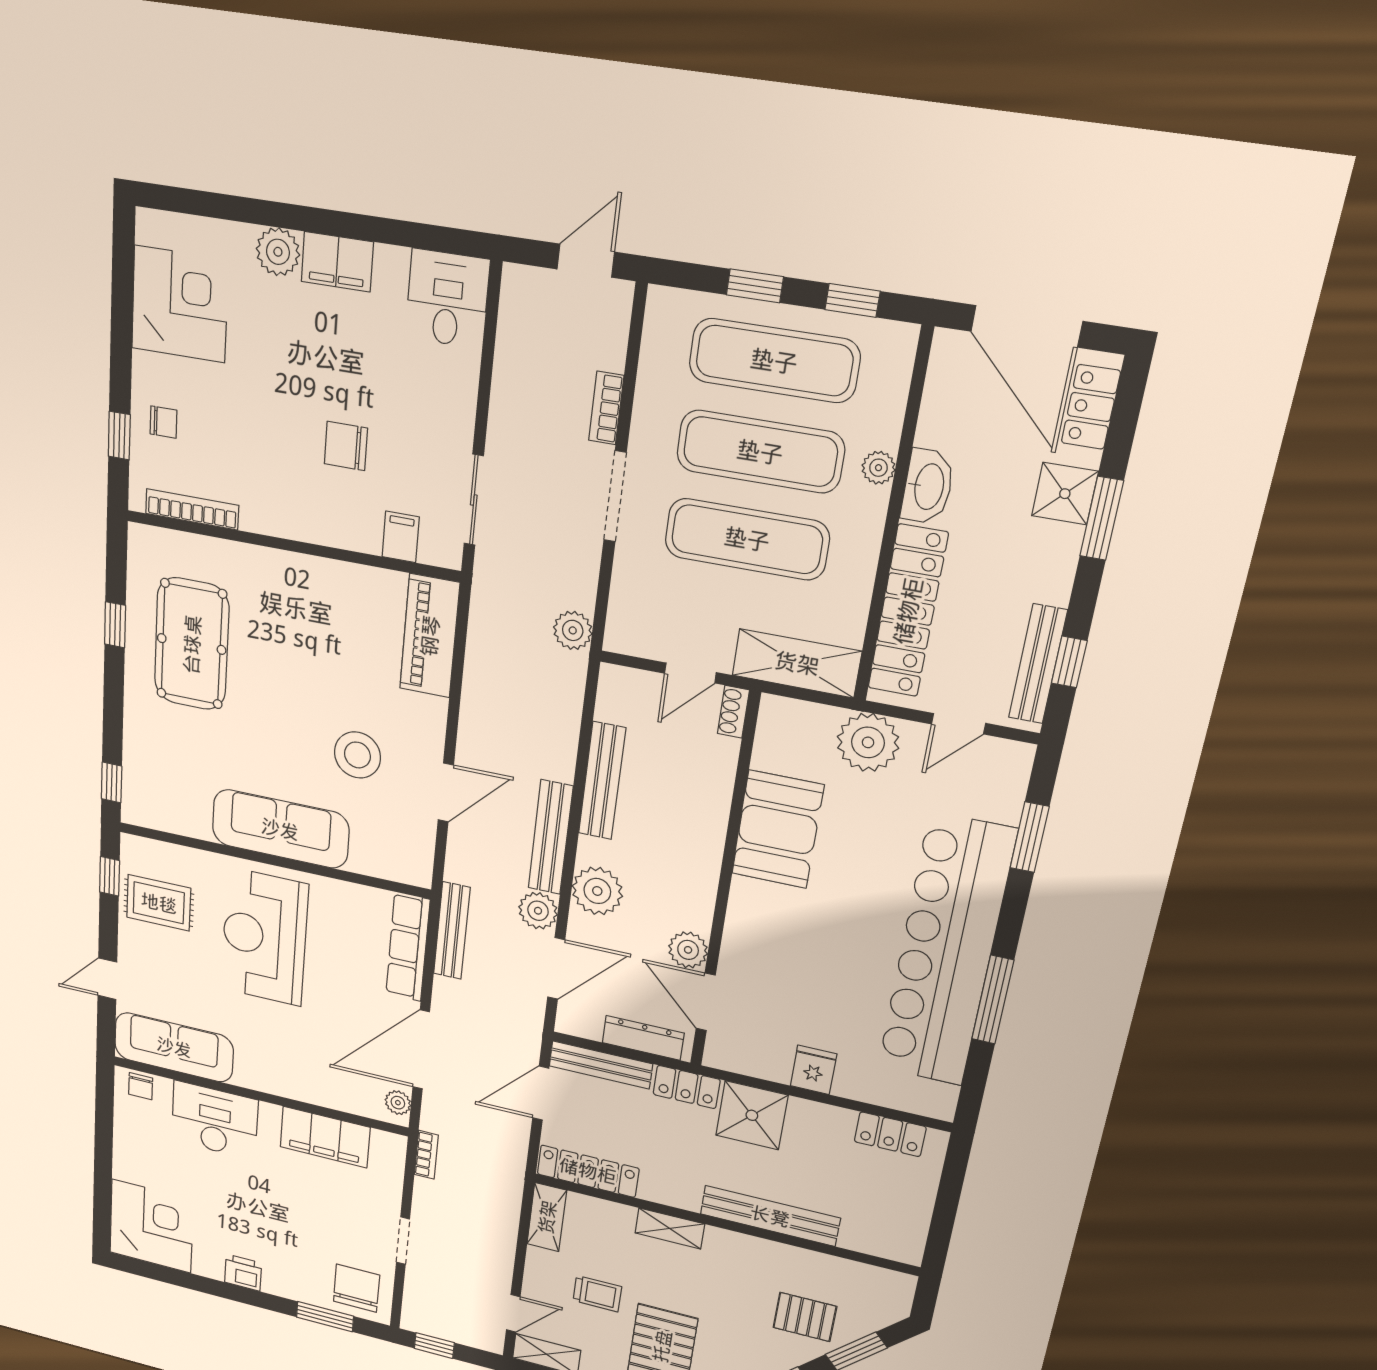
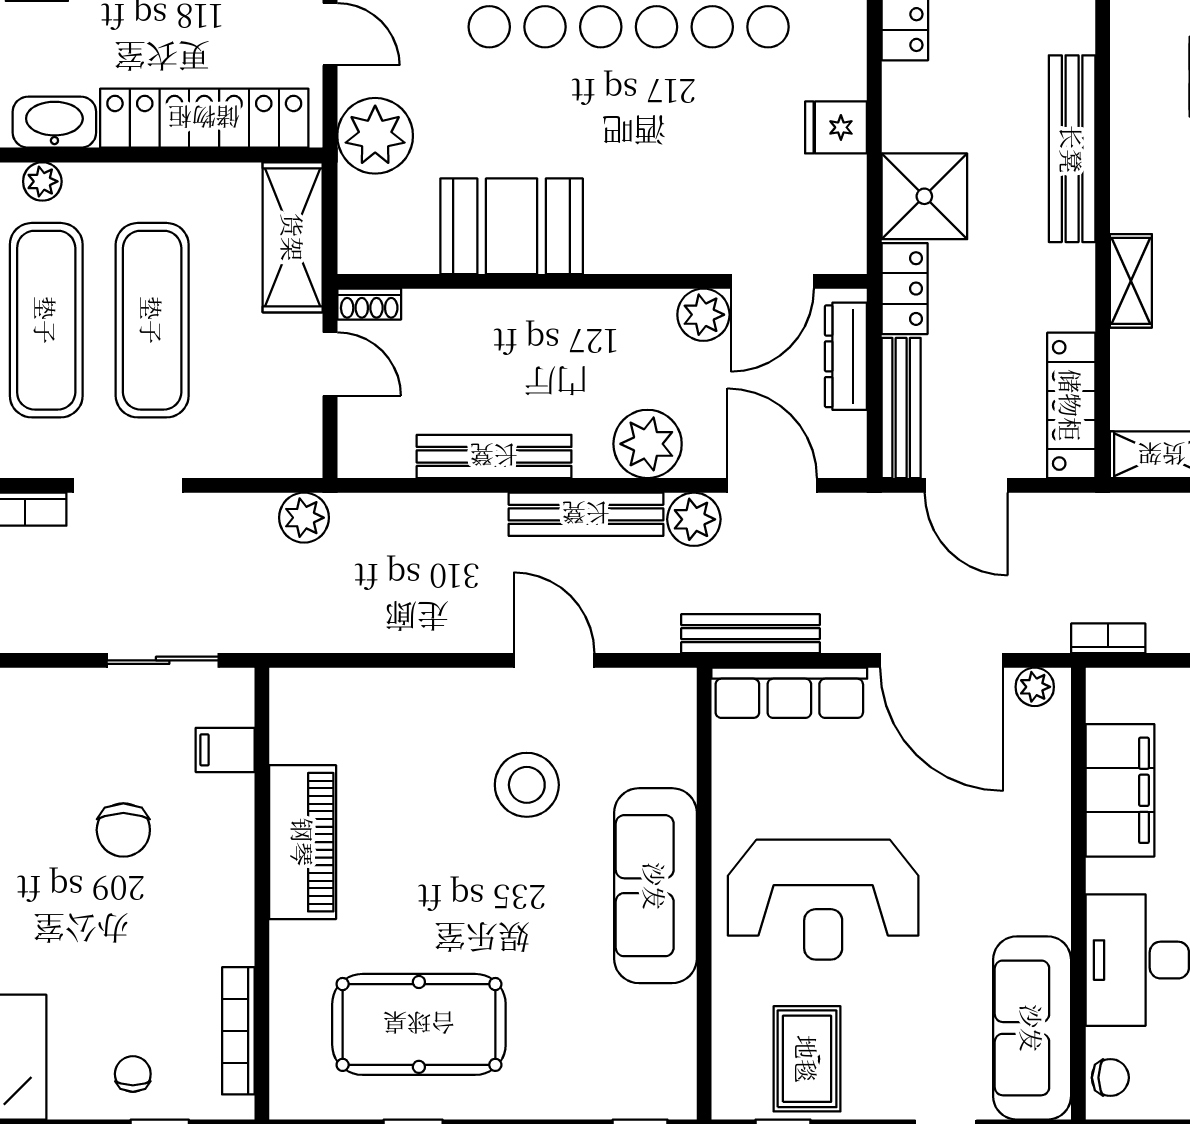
piano: (430, 636) -> (303, 842), moved, turned -90

